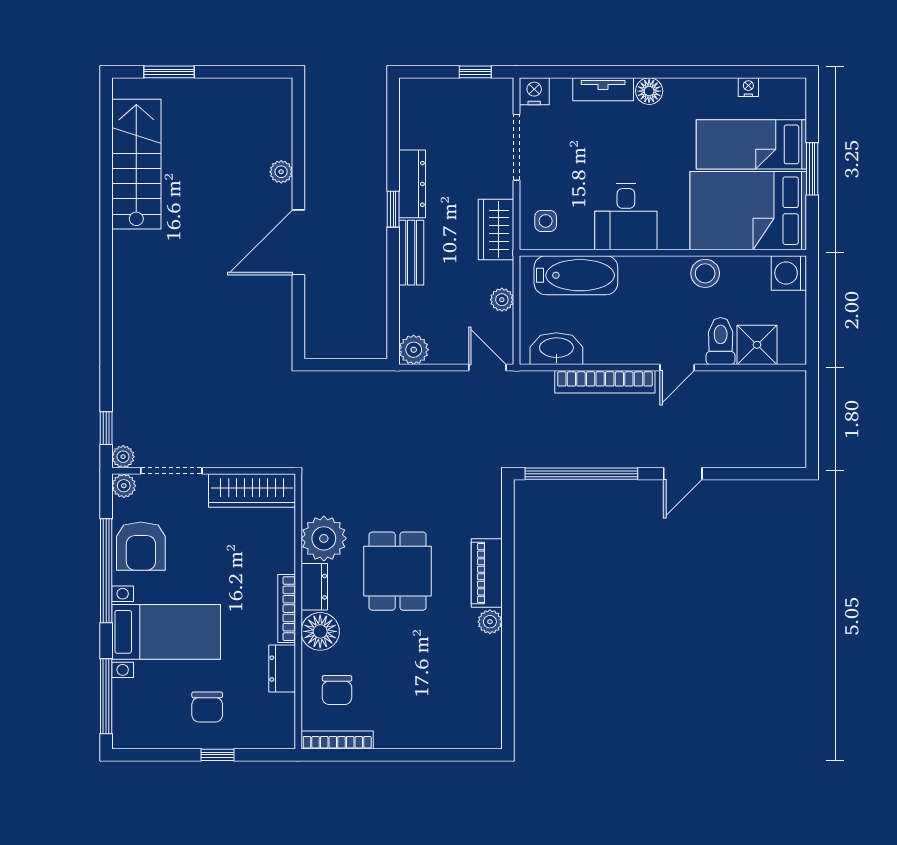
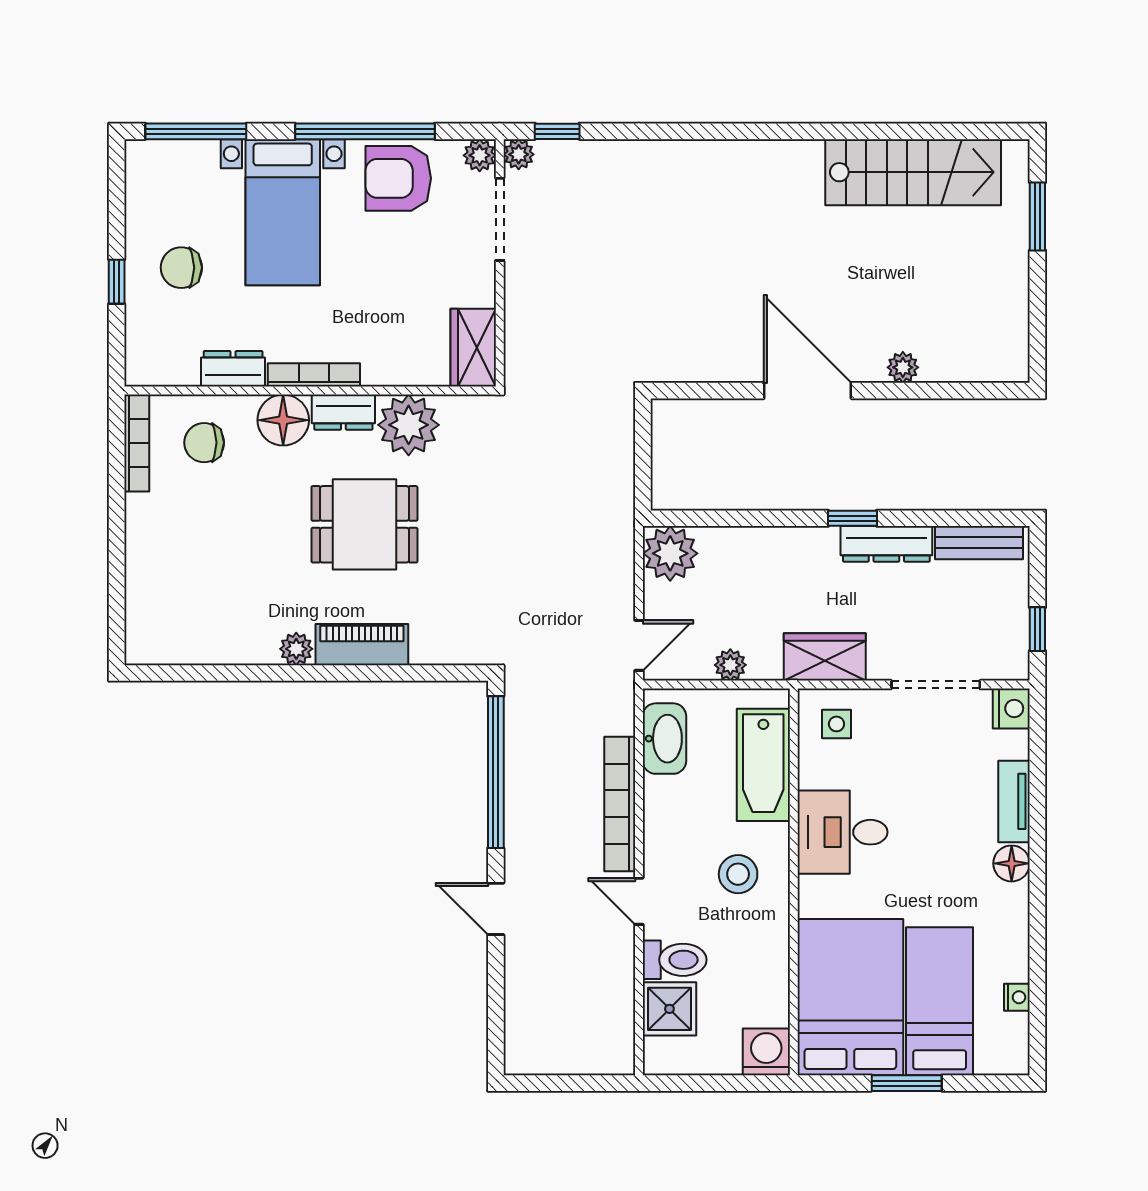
bench: (411, 253) -> (979, 543), moved
stool: (705, 273) -> (738, 874), moved
plant: (414, 350) -> (670, 553), width x1.36, depth x1.36
wardrobe: (252, 490) -> (473, 348), width x0.67

